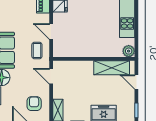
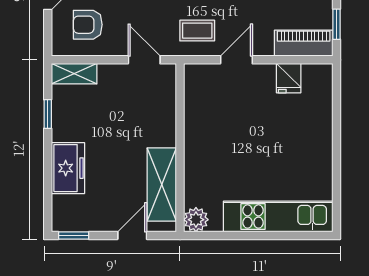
door: (51, 76) -> (144, 60), hinge flipped
armchair: (34, 104) -> (88, 25), turned 180

